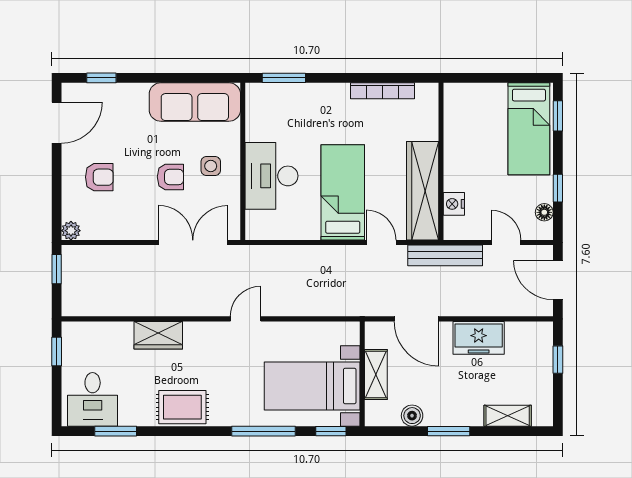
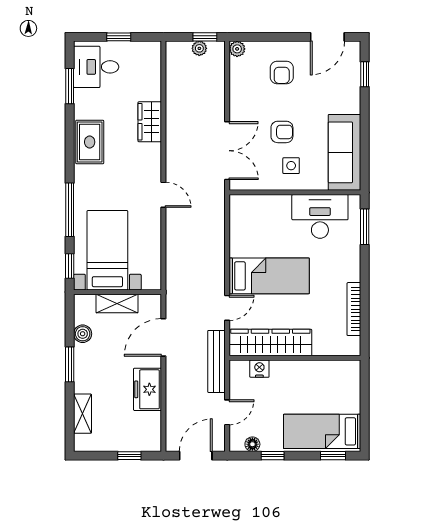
door: (57, 123) -> (327, 37), hinge flipped
desk: (272, 176) -> (320, 216), moved
armchair: (170, 177) -> (282, 132), turned -90
plant: (70, 276) -> (199, 48), added
window: (57, 351) -> (119, 37), moved

